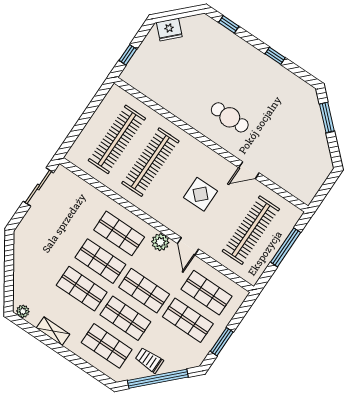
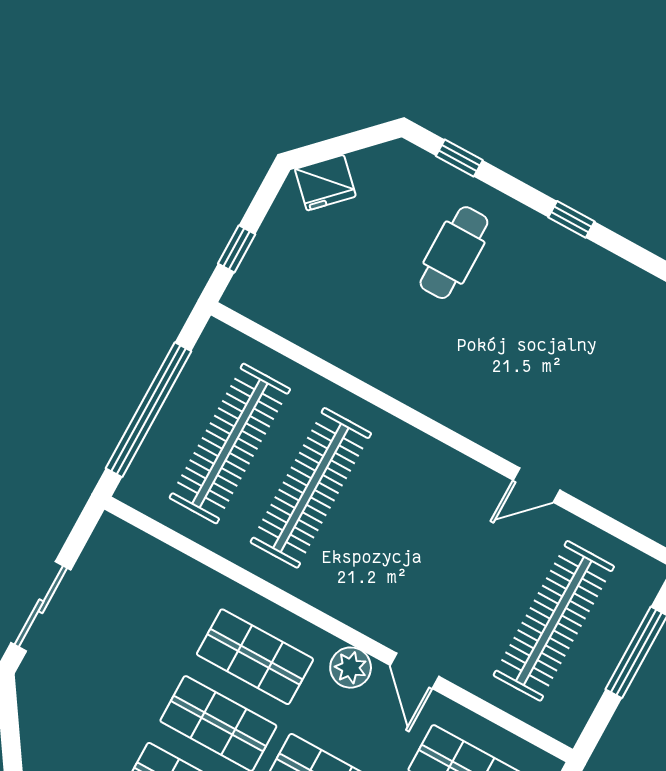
cafe table: (230, 117) -> (454, 253), moved, turned 90
window: (83, 121) -> (148, 410), added
sliding door: (38, 187) -> (41, 606), moved
display table: (201, 194) -> (432, 550), removed

